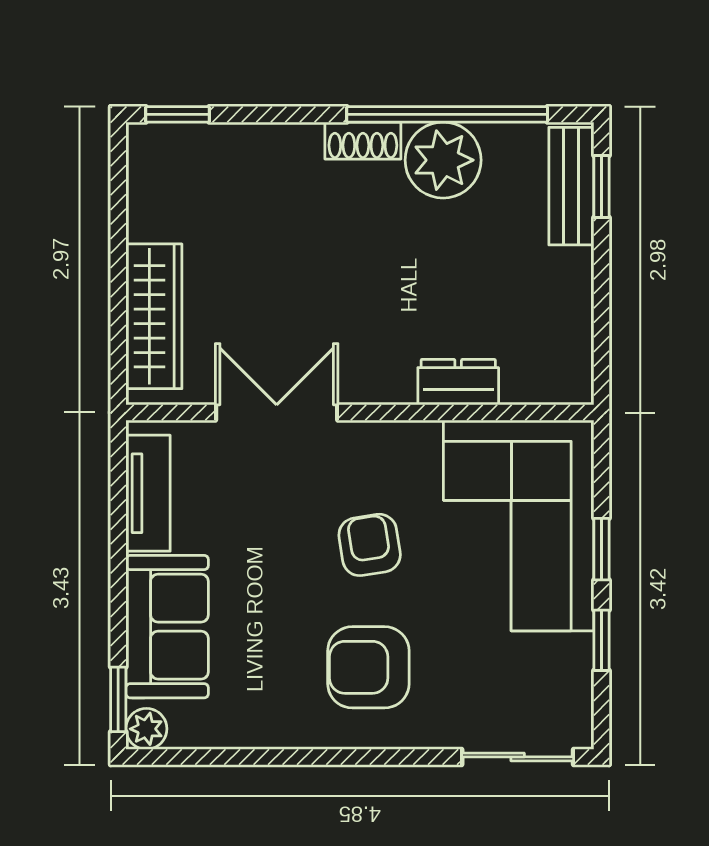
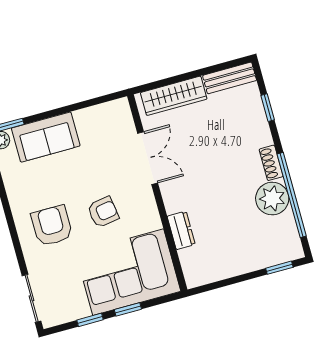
window: (177, 114) -> (268, 108), moved
bench: (571, 186) -> (230, 78), moved
tv unit: (148, 493) -> (99, 114), removed

